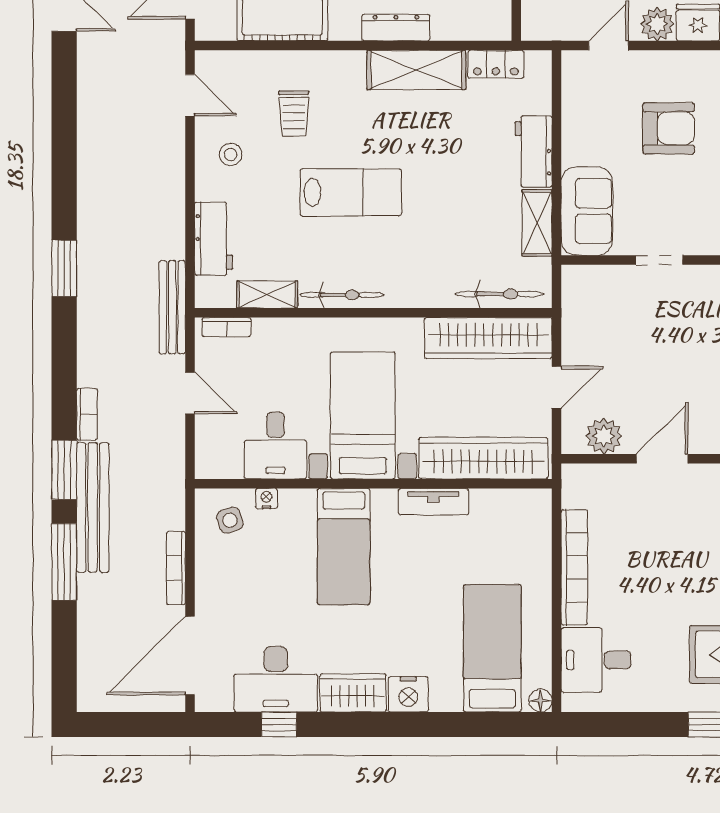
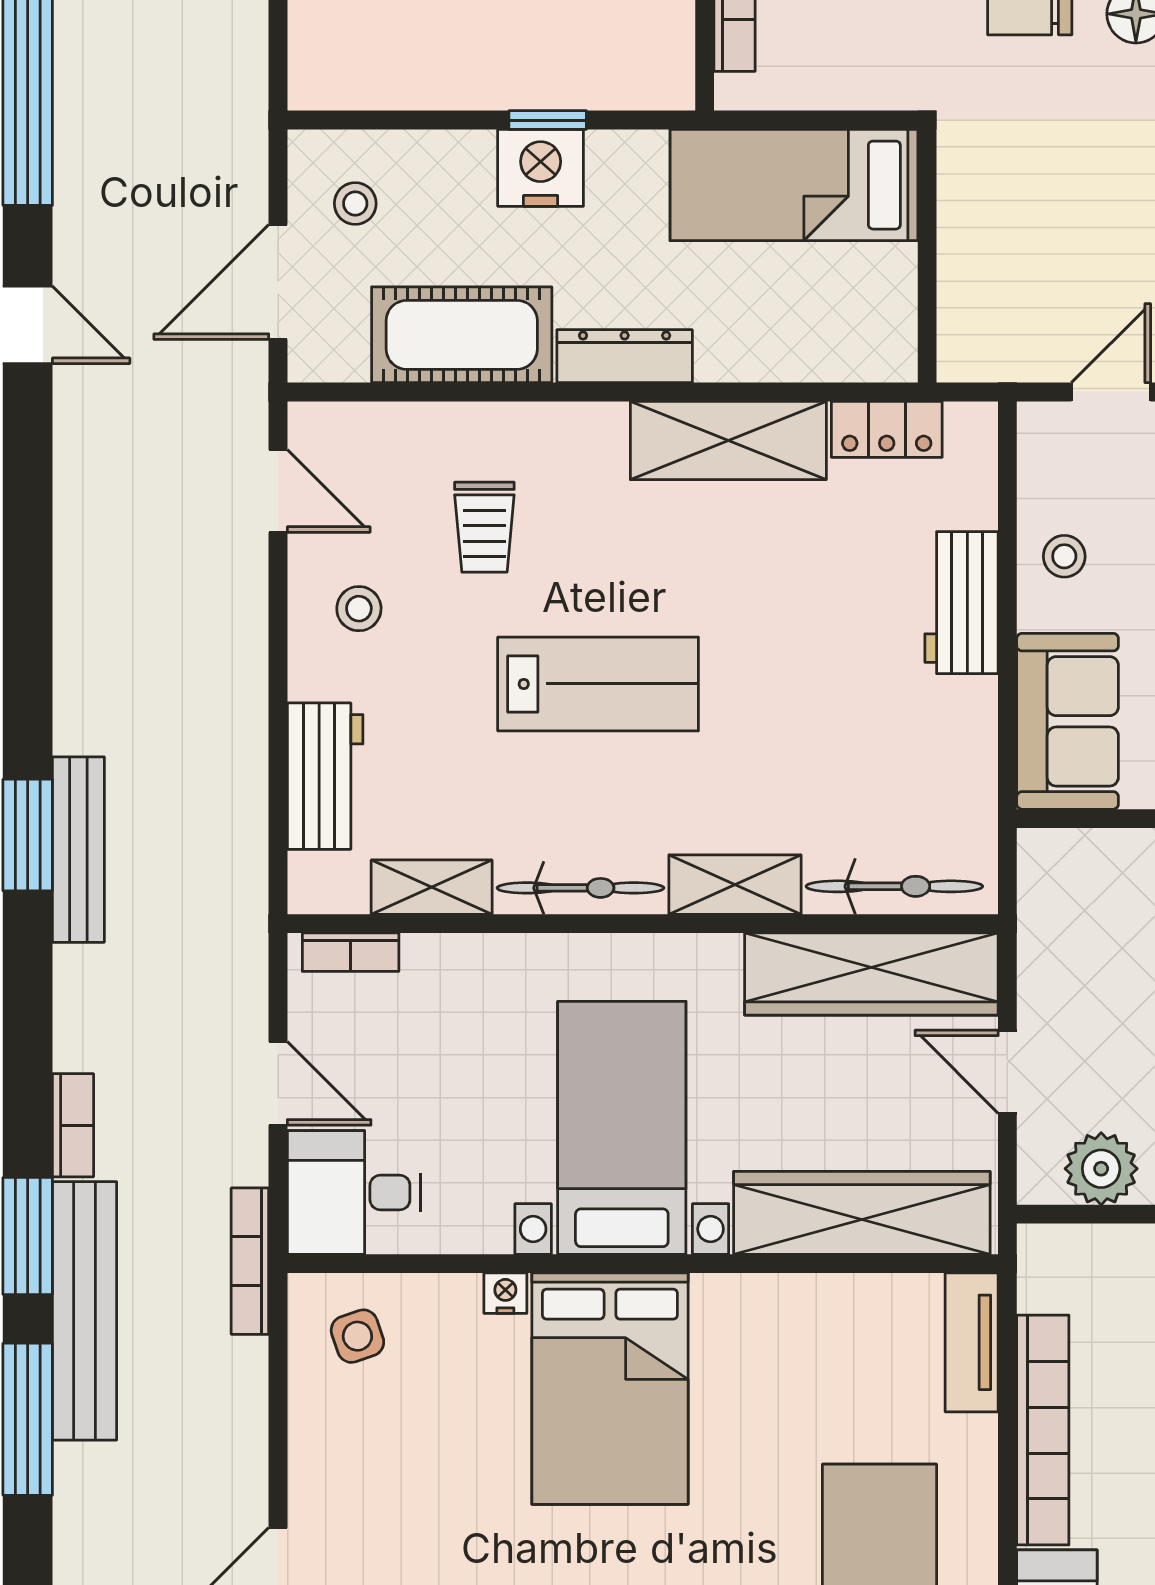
dresser: (396, 28) -> (625, 356), moved
stool: (585, 128) -> (1064, 556), added
shelving: (537, 223) -> (735, 885), moved, turned 90
bench: (172, 307) -> (78, 850), moved
door: (557, 387) -> (1007, 1072), swing flipped
desk: (275, 445) -> (354, 1192), moved, turned 90
nightstand: (266, 499) -> (505, 1293), moved
tv unit: (433, 502) -> (972, 1342), moved, turned 90
bed: (344, 547) -> (610, 1389), width x1.50
bookcase: (176, 568) -> (250, 1261), moved

